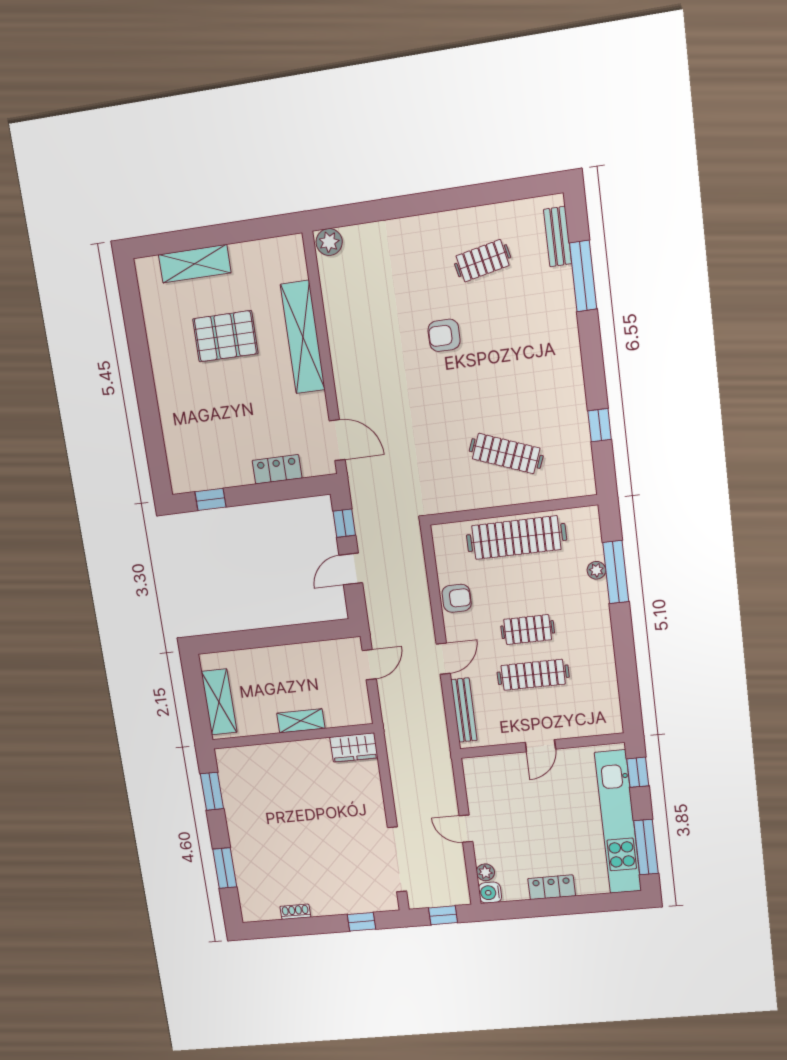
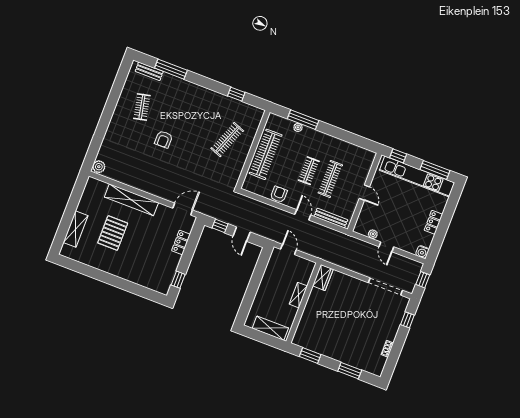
door: (466, 829) -> (386, 247), hinge flipped
plant: (485, 872) -> (373, 234), moved

